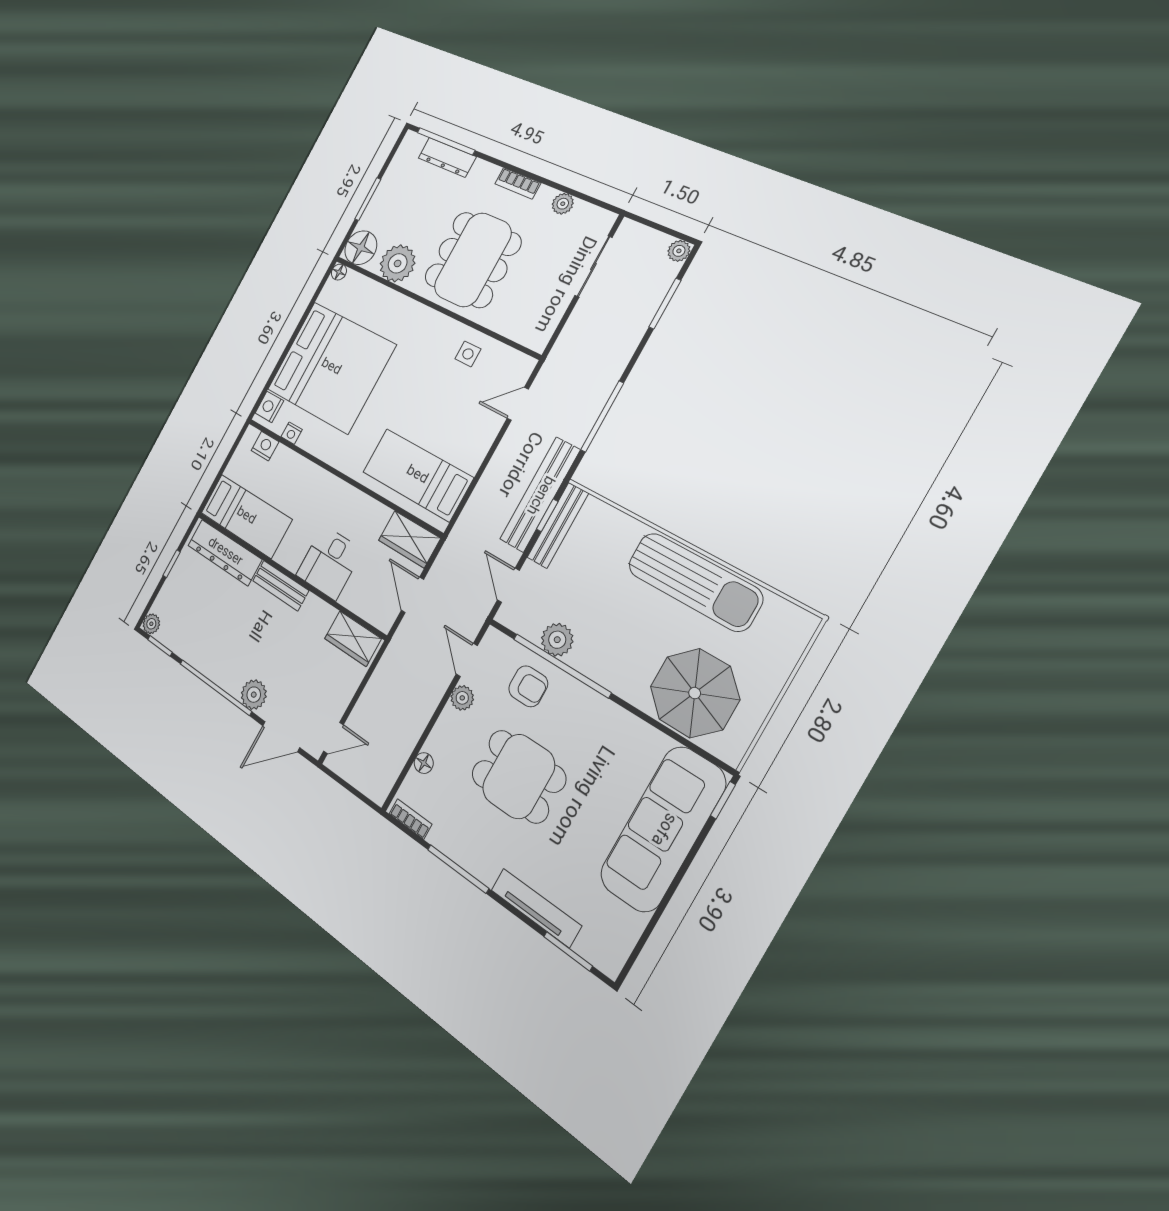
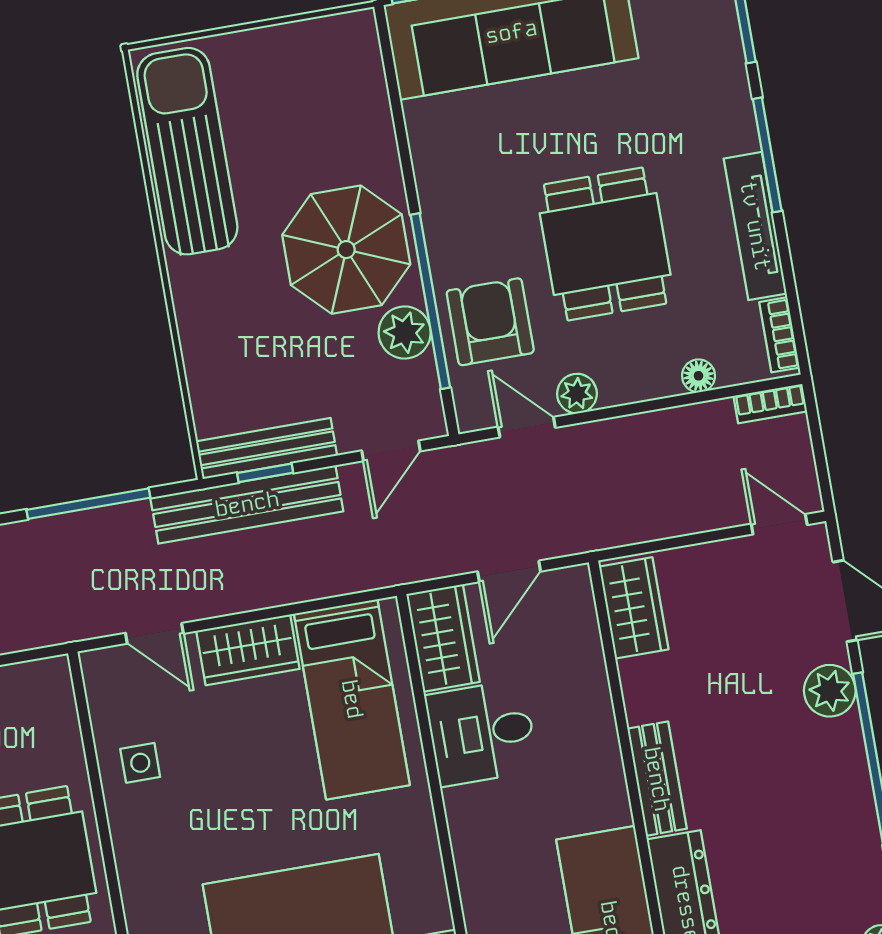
wardrobe: (476, 443) -> (248, 650), added
desk: (329, 563) -> (482, 733), moved, turned 180
sun lounger: (695, 582) -> (187, 151), moved
door: (467, 660) -> (527, 427), swing flipped
armchair: (528, 686) -> (490, 322), width x1.38, depth x1.38
parasol: (695, 693) -> (346, 250), moved
bookcase: (385, 785) -> (770, 404), added
window: (458, 869) -> (767, 155), moved
tv unit: (536, 908) -> (755, 226), moved

